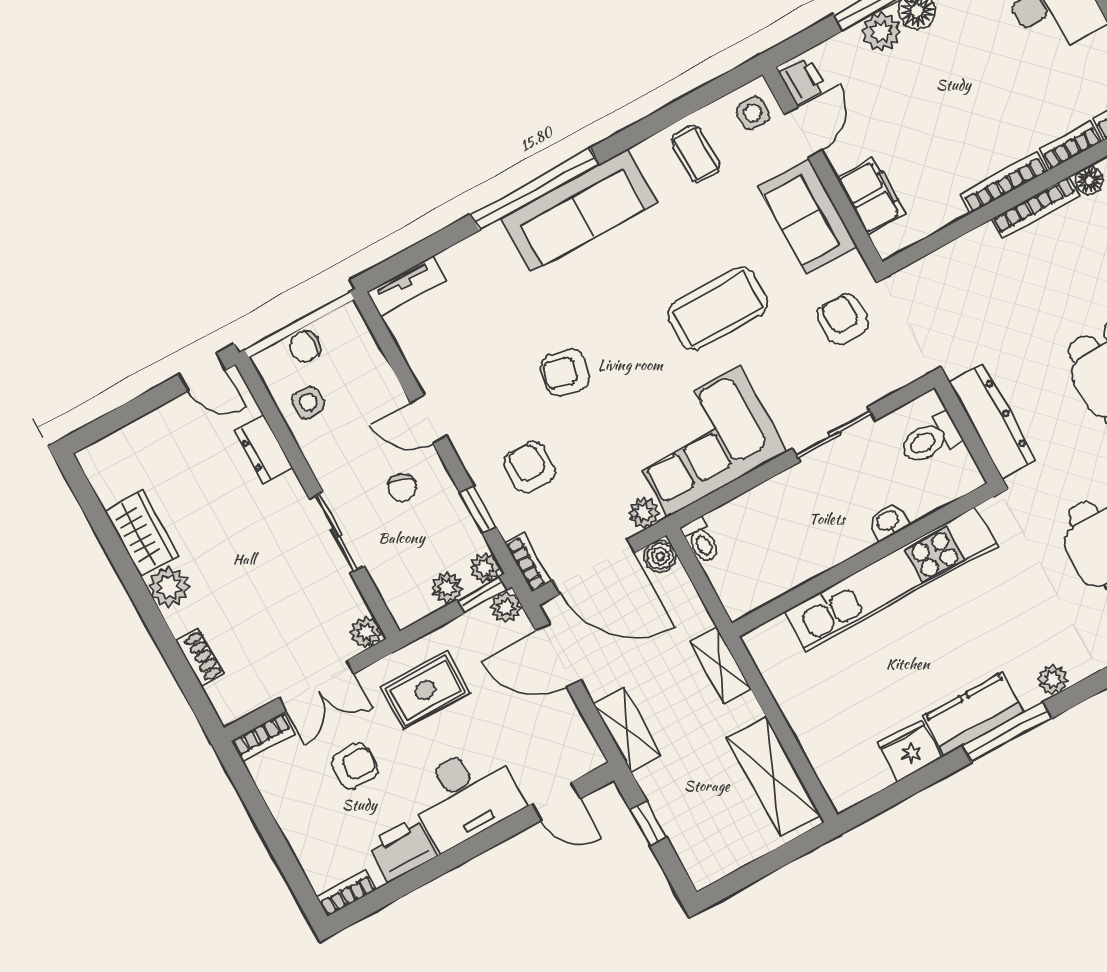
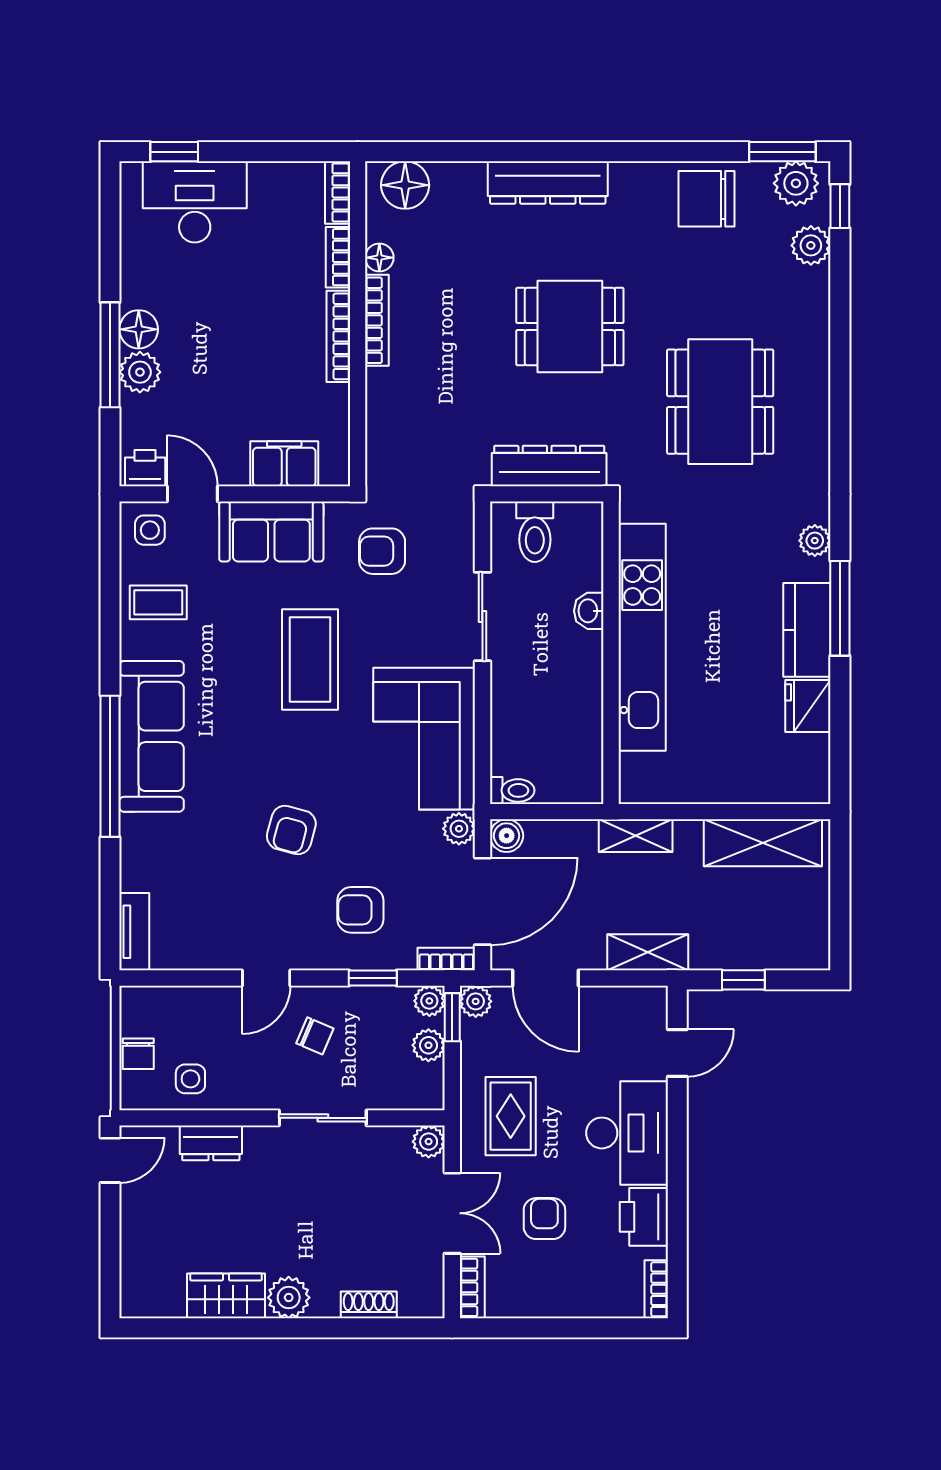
door: (558, 655) -> (546, 978), hinge flipped

